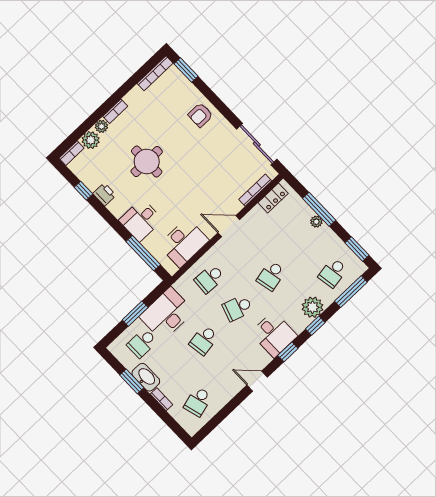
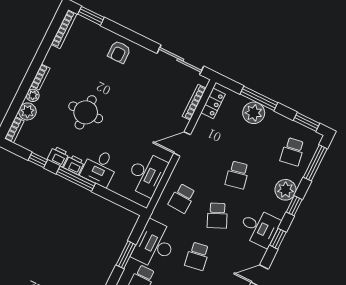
printer: (117, 208) -> (74, 165), added
plant: (316, 222) -> (254, 113), width x1.88, depth x1.88
window: (143, 253) -> (76, 179), moved
school desk: (237, 308) -> (217, 216), turned -42

